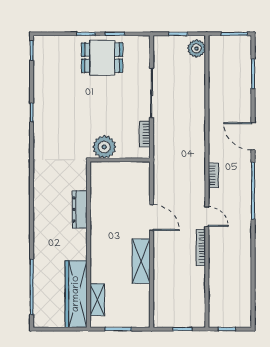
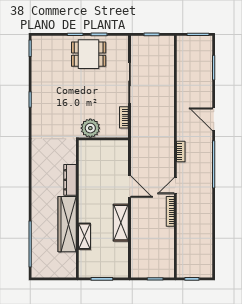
plant: (196, 48) -> (167, 47), removed
door: (207, 217) -> (175, 186), swing flipped
wardrobe: (76, 294) -> (67, 224), moved
shelving: (97, 300) -> (84, 236), moved

